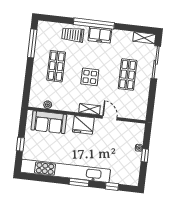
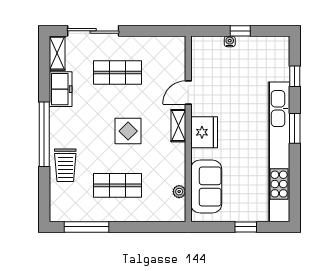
freezer: (100, 35) -> (61, 89), moved

